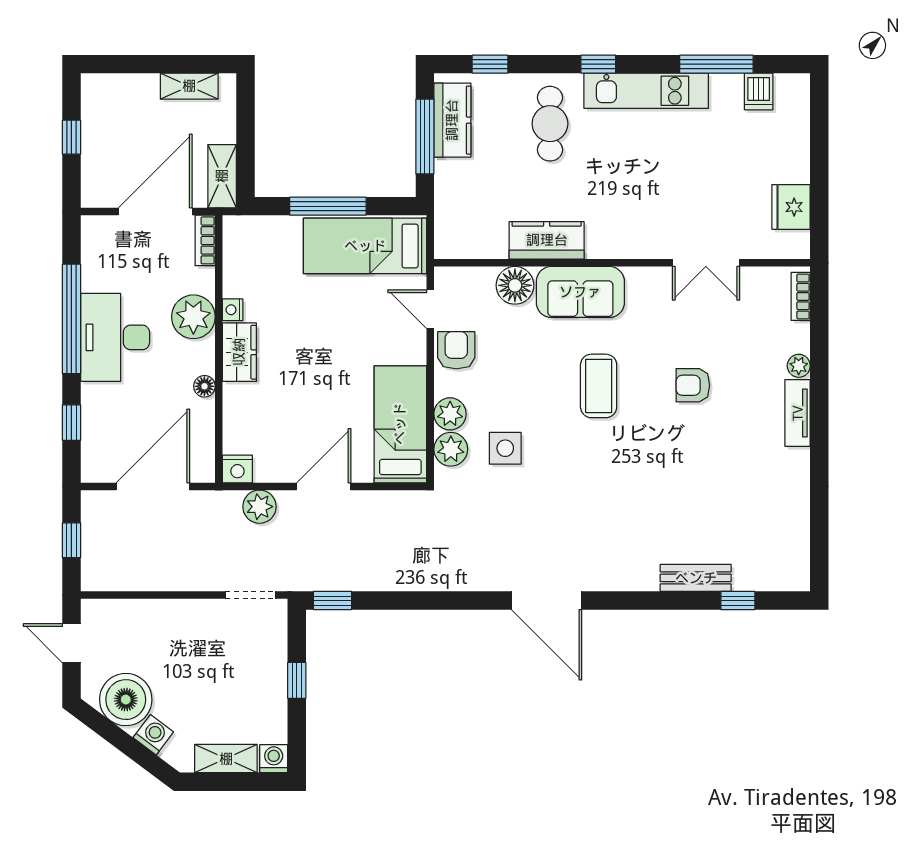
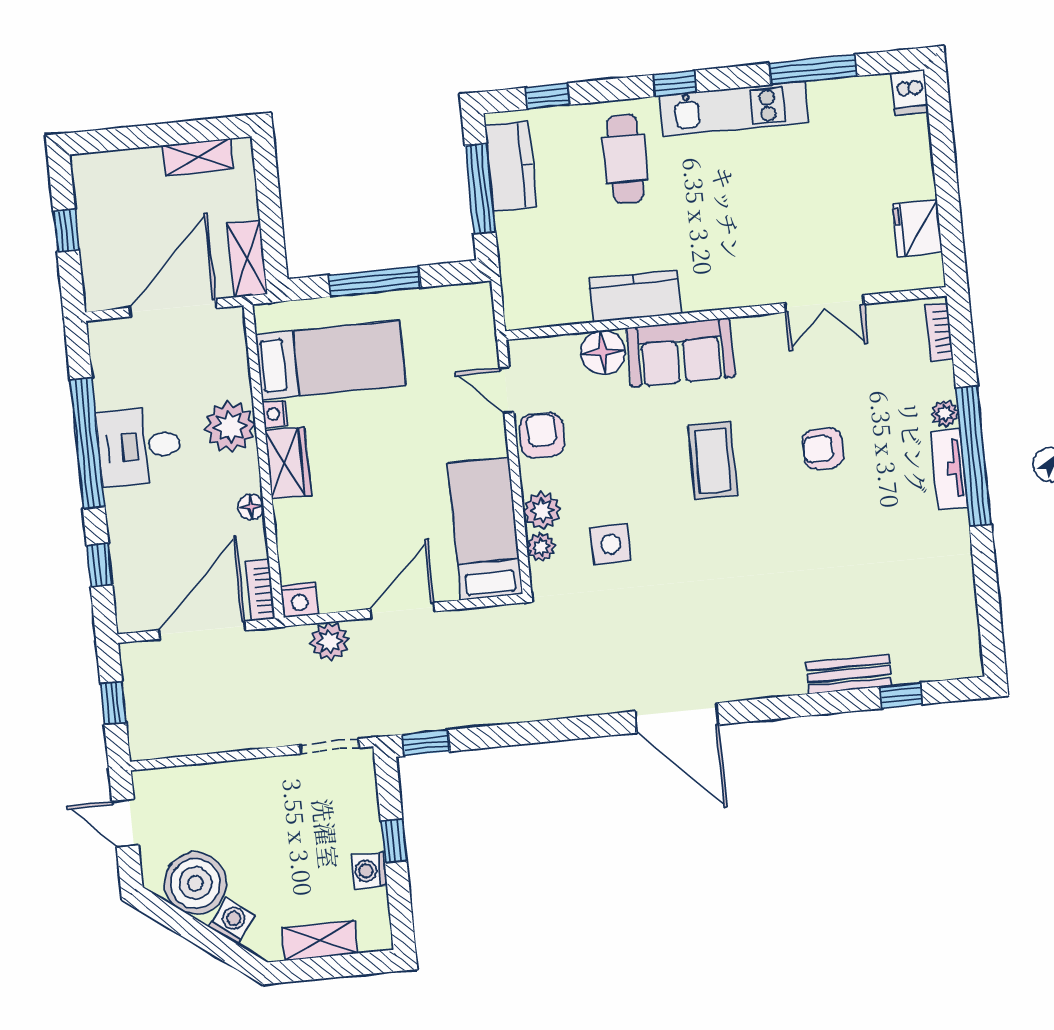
dishwasher: (759, 91) -> (910, 92), moved
bookcase: (205, 240) -> (260, 590), moved
bed: (365, 246) -> (331, 360), moved, turned 180
desk: (115, 337) -> (139, 446), width x0.73
window: (819, 404) -> (974, 456), added
plant: (451, 449) -> (541, 547), width x0.73, depth x0.73
washing machine: (274, 759) -> (369, 871), moved, turned -90

